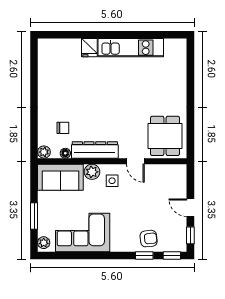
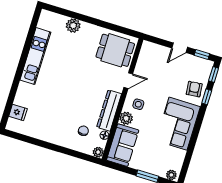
fridge: (89, 48) -> (18, 112), moved
plant: (178, 80) -> (73, 26), added
corner sofa: (83, 232) -> (178, 124), moved

